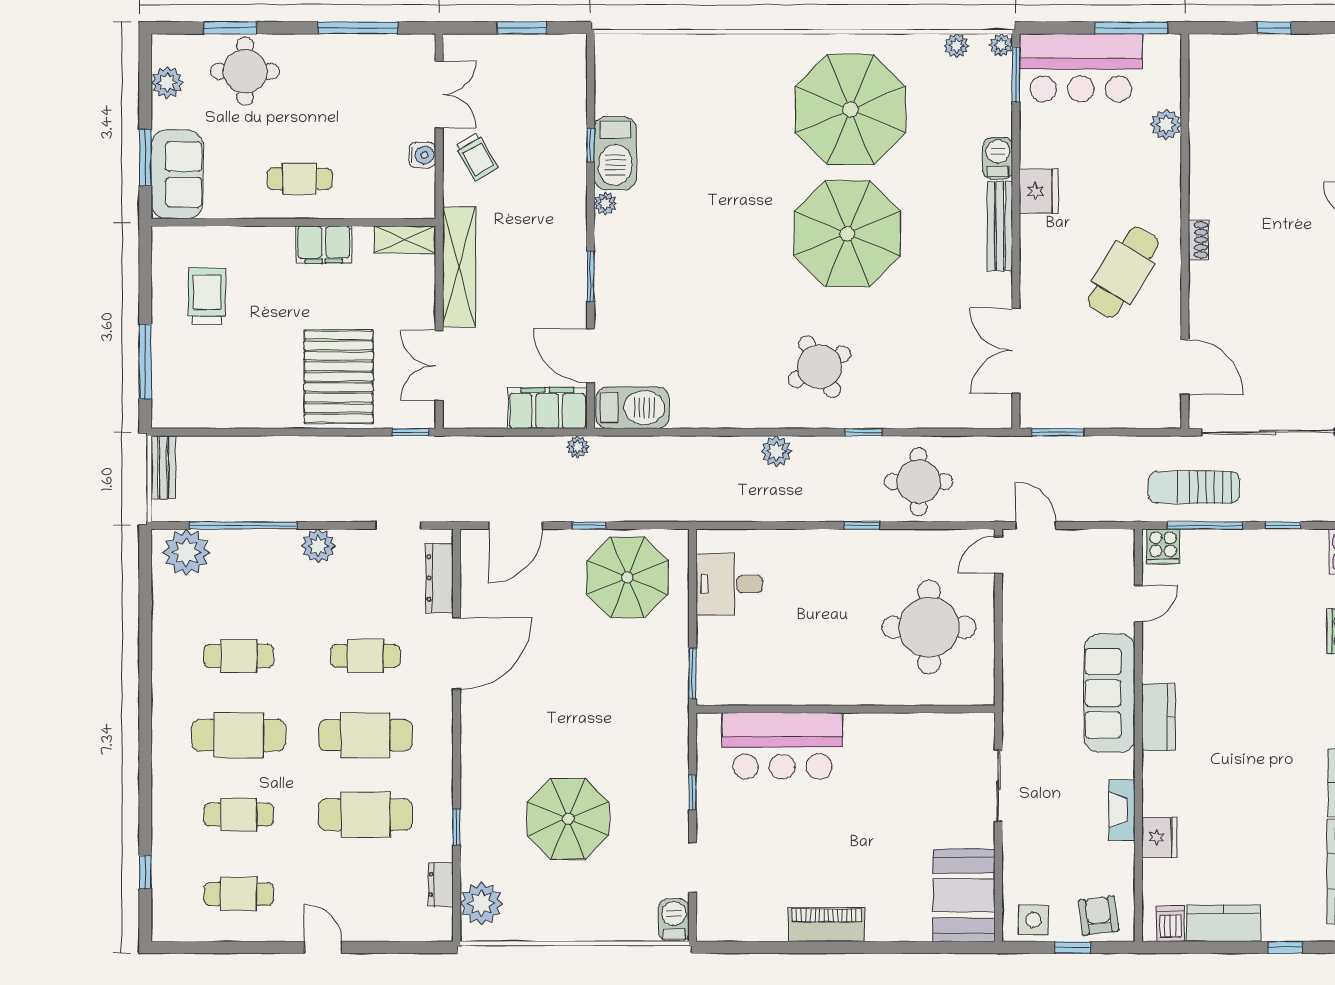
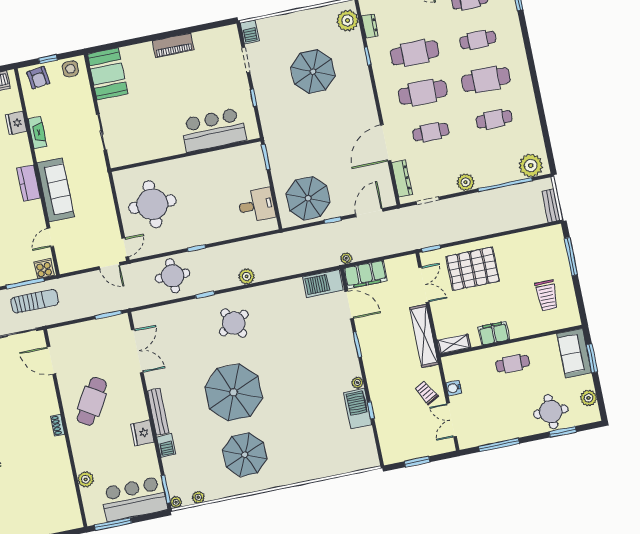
parasol: (850, 109) -> (245, 455), width x0.73, depth x0.73
pallet: (339, 377) -> (473, 269), turned 90

